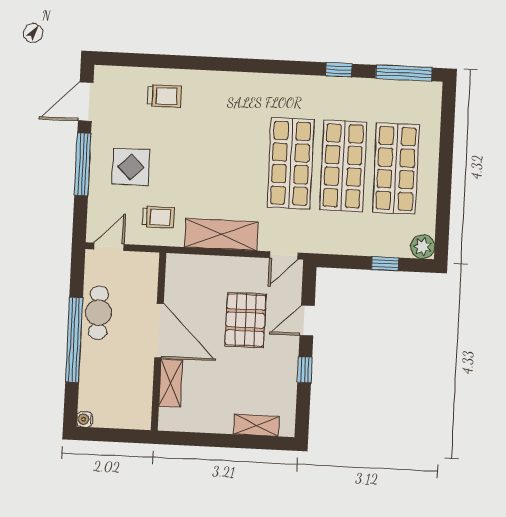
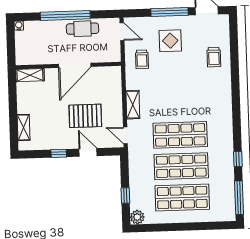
shelving: (221, 234) -> (133, 105), width x0.67, depth x0.75
shelving: (171, 383) -> (30, 75), moved

